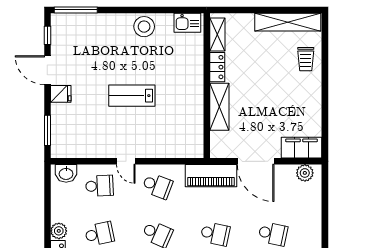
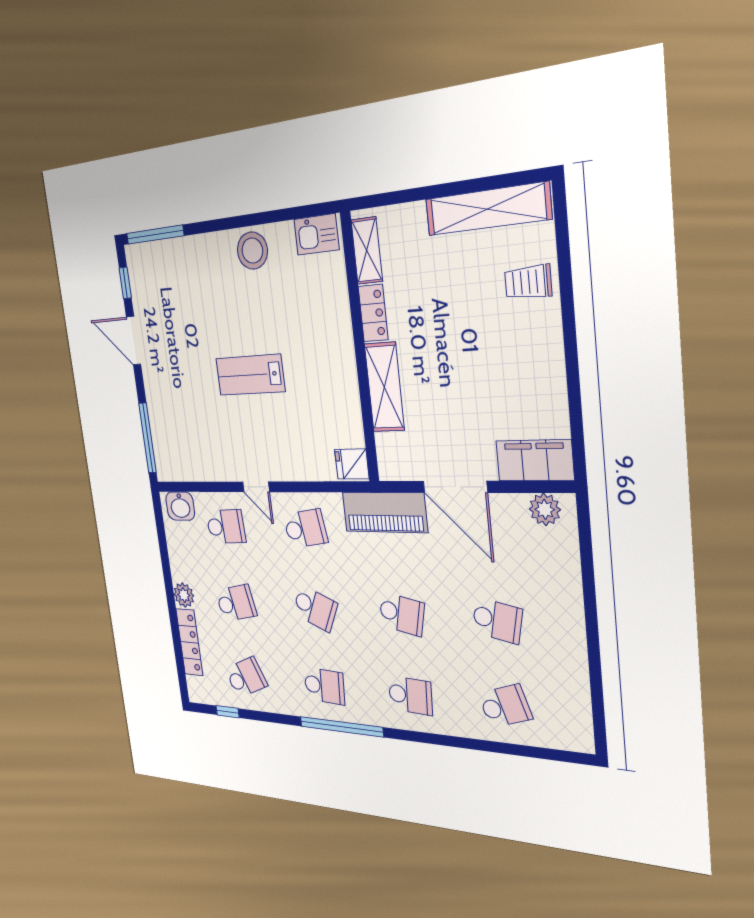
trolley: (306, 59) -> (528, 282), turned 90
fridge: (61, 94) -> (352, 464), moved, turned 180
window: (47, 130) -> (148, 438), width x1.44
school desk: (157, 186) -> (305, 529), turned -30

